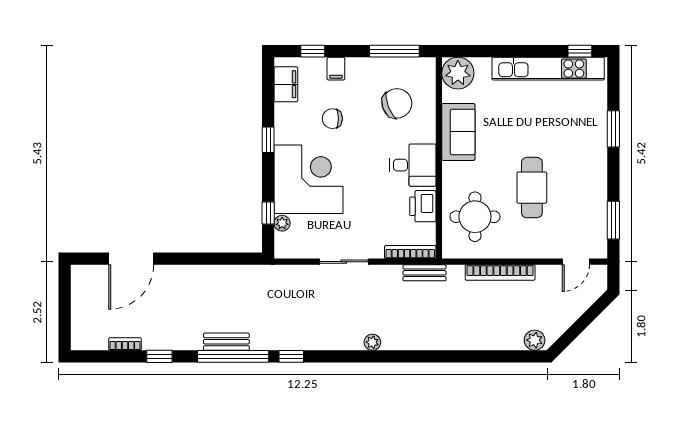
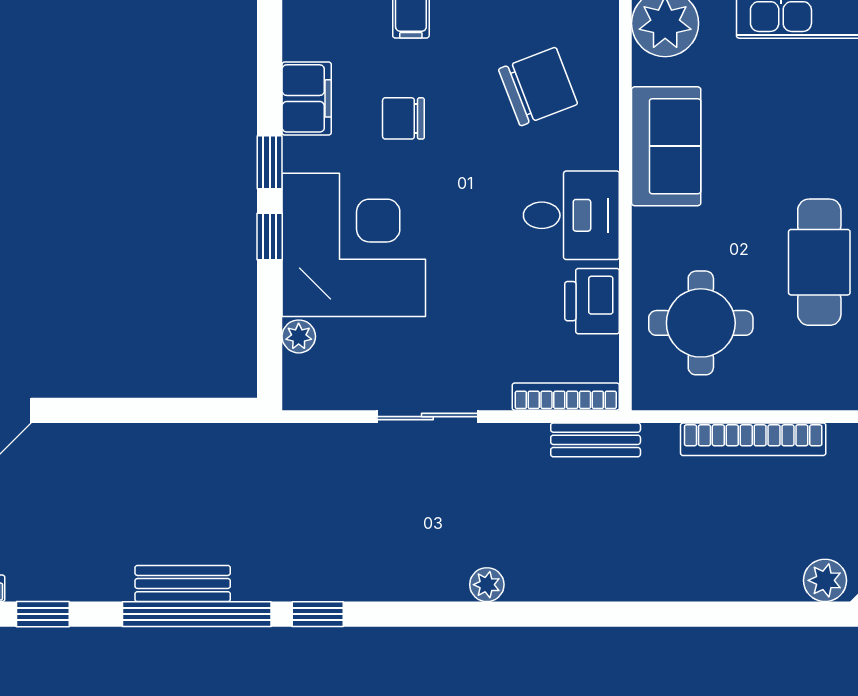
filing cabinet: (286, 84) -> (307, 98), moved
window: (268, 213) -> (270, 237), moved

